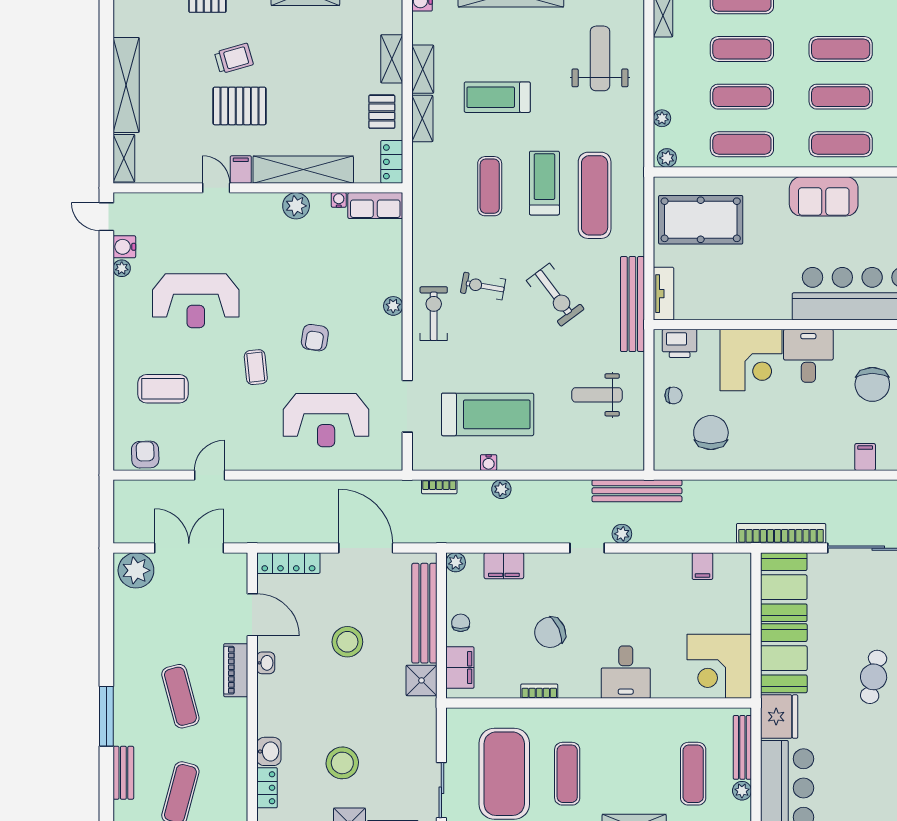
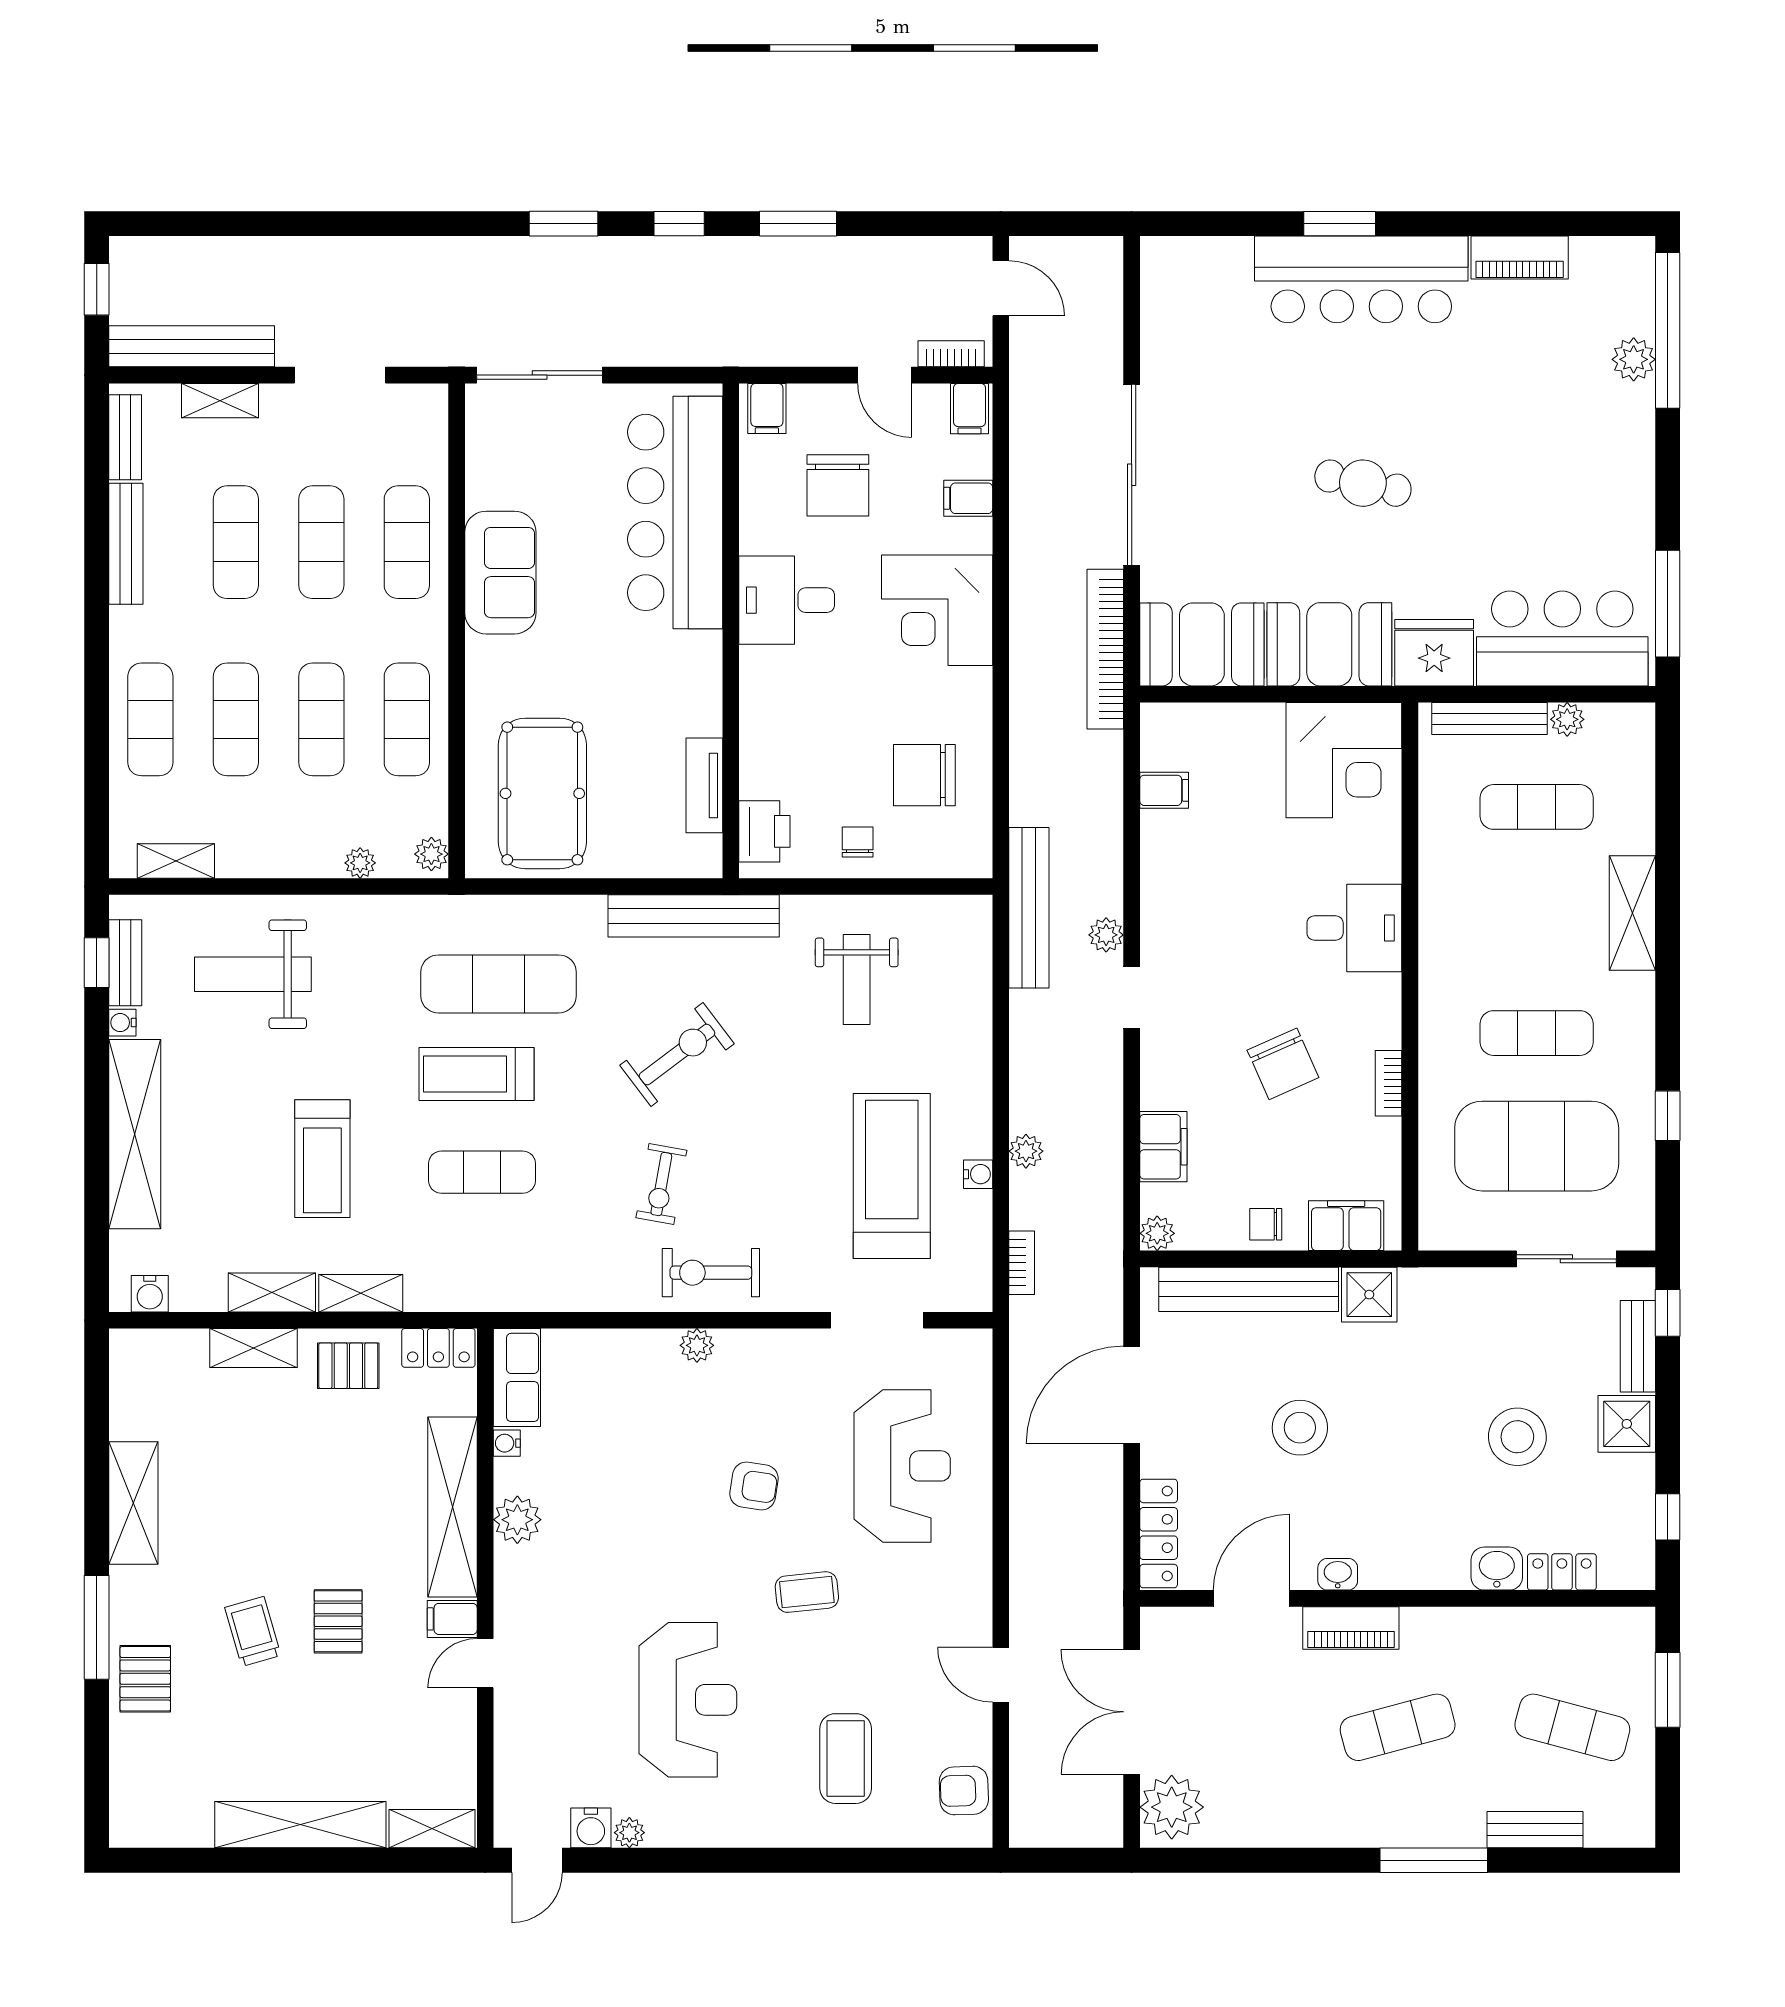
pallet: (240, 106) -> (338, 1621), width x0.67, depth x0.71
tv unit: (664, 294) -> (704, 785), moved, turned -90
corner desk: (751, 360) -> (937, 610), moved, turned 180
chair: (872, 384) -> (838, 485), turned 90

